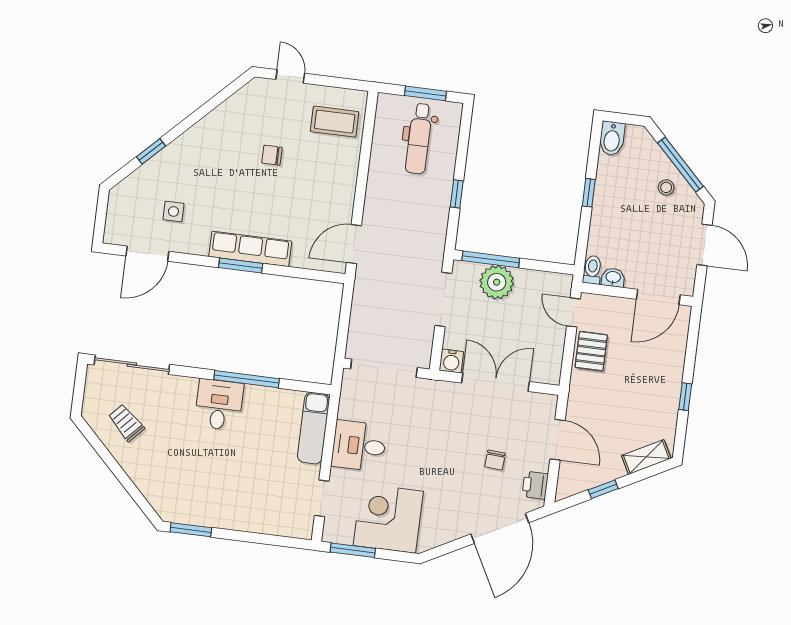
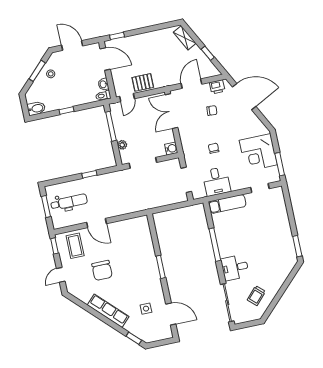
window: (348, 84) -> (54, 246), added
window: (151, 151) -> (134, 338), moved
chair: (272, 155) -> (102, 270), width x1.87, depth x1.87
window: (681, 165) -> (37, 71), width x0.69
door: (354, 244) -> (96, 223), moved
door: (704, 245) -> (72, 46), hinge flipped
row of seats: (250, 249) -> (108, 311), moved, turned 135
window: (491, 259) -> (111, 126), moved
plant: (497, 282) -> (122, 145), width x0.53, depth x0.53
doorway: (384, 368) -> (186, 180), width x0.73
double door: (496, 382) -> (171, 111), moved
window: (685, 397) -> (117, 36), moved
desk: (219, 405) -> (235, 268), moved
chair: (425, 439) -> (214, 148), added
desk: (359, 446) -> (216, 181), moved

